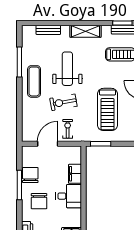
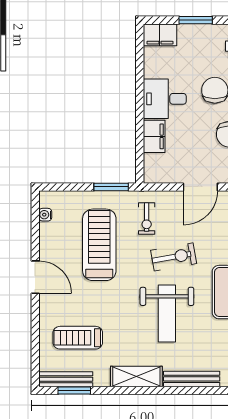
bench: (48, 30) -> (192, 379), width x1.36
exercise bike: (68, 129) -> (147, 219), moved

